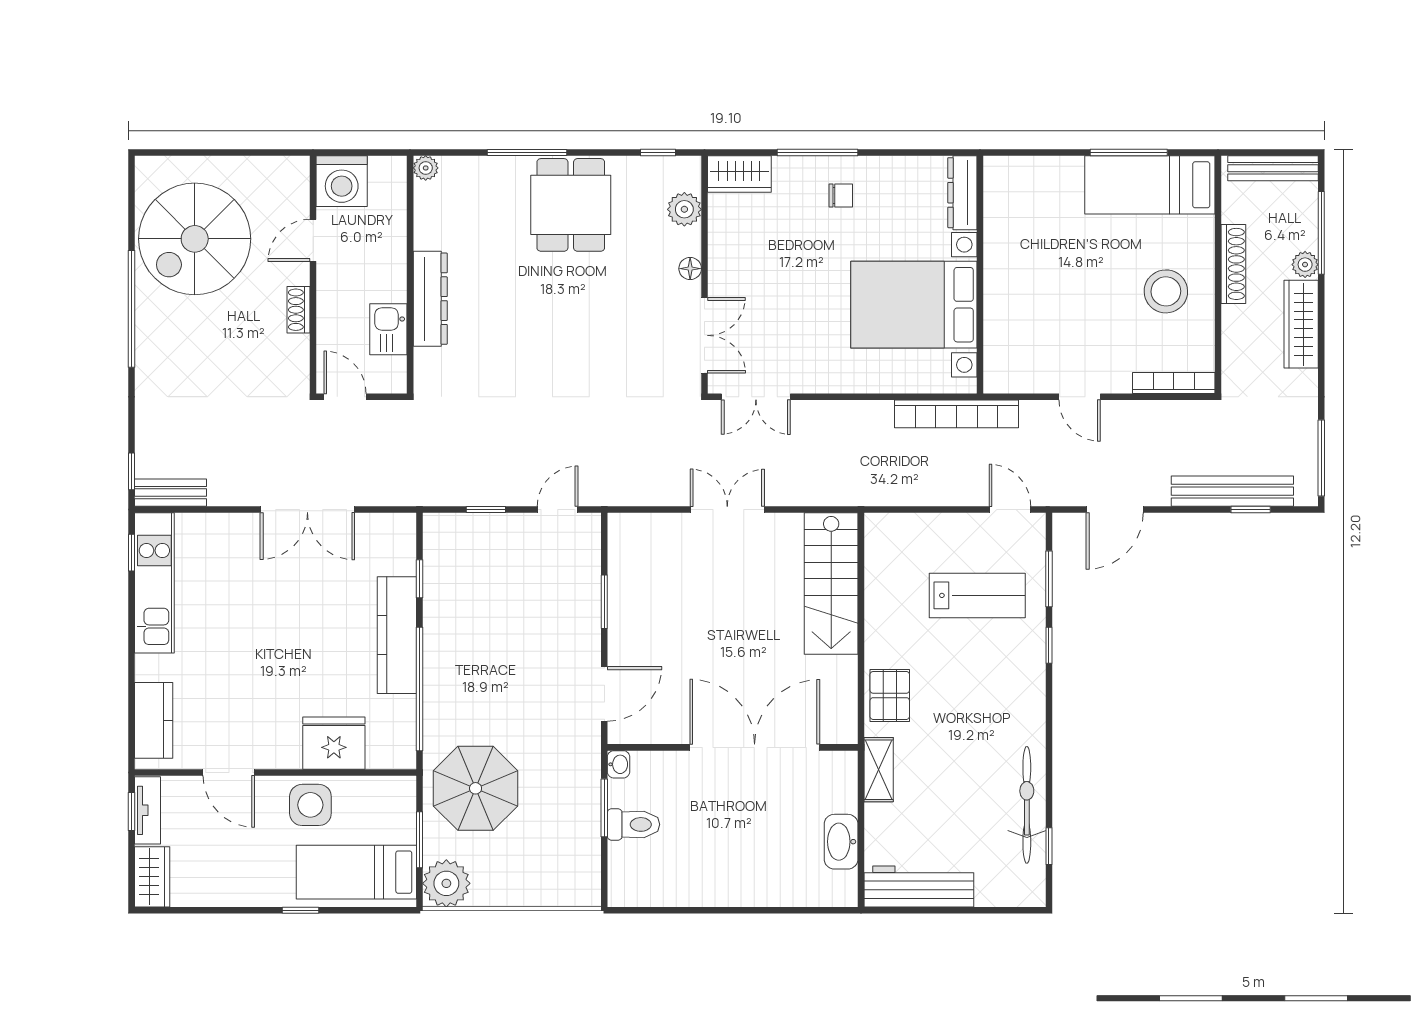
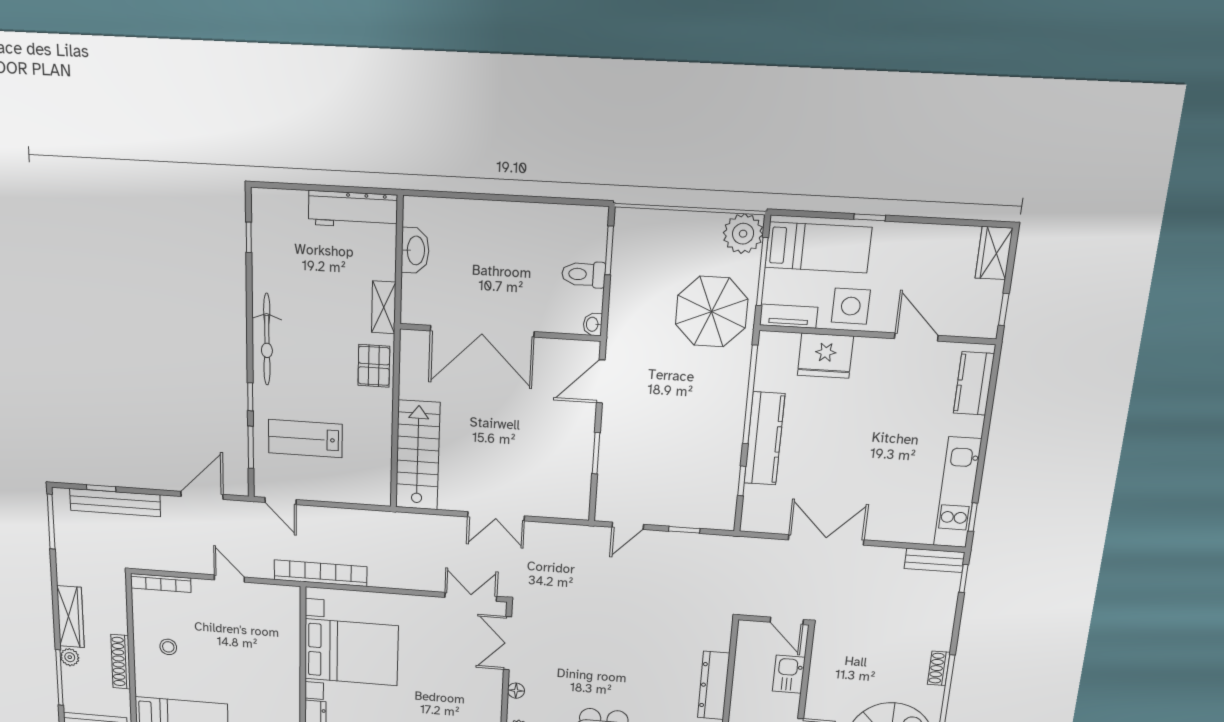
stool: (1166, 291) -> (168, 647), width x0.53, depth x0.53
shoe rack: (299, 310) -> (939, 668), moved, turned 180
kitchen sink: (388, 329) -> (789, 674), moved, turned 180
bicycle: (1027, 805) -> (267, 339), moved
window: (604, 808) -> (609, 250), moved
tv unit: (147, 810) -> (789, 316), moved, turned 90
window: (420, 840) -> (762, 272), width x1.44

